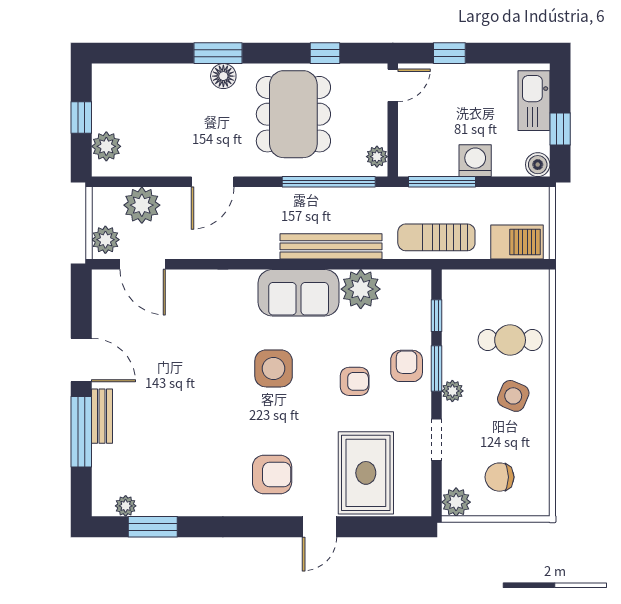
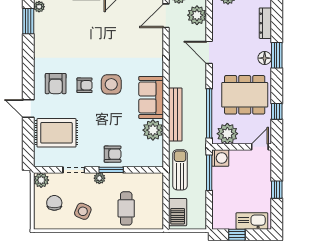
window: (449, 53) -> (277, 190), moved
dresser: (157, 75) -> (265, 23), added
door: (393, 85) -> (260, 147), swing flipped
plant: (377, 157) -> (227, 134), width x1.88, depth x1.88
washing machine: (475, 161) -> (220, 158), moved
boiler: (538, 165) -> (218, 223), removed
window: (437, 316) -> (139, 170), removed
armchair: (355, 381) -> (84, 85), moved, turned -90
side table: (513, 396) -> (83, 211), moved

